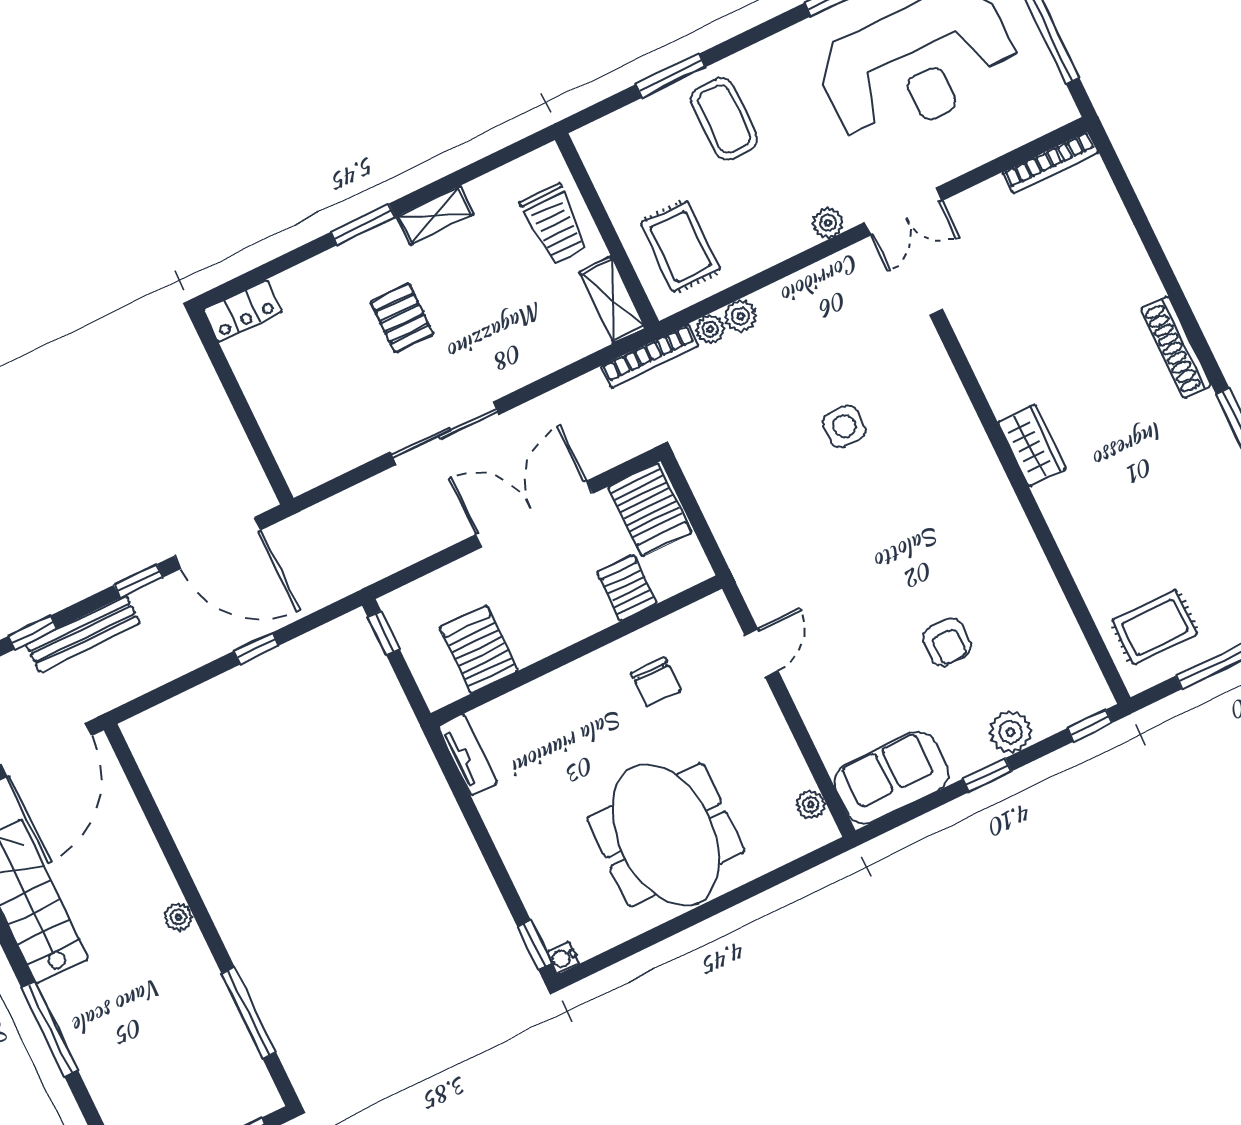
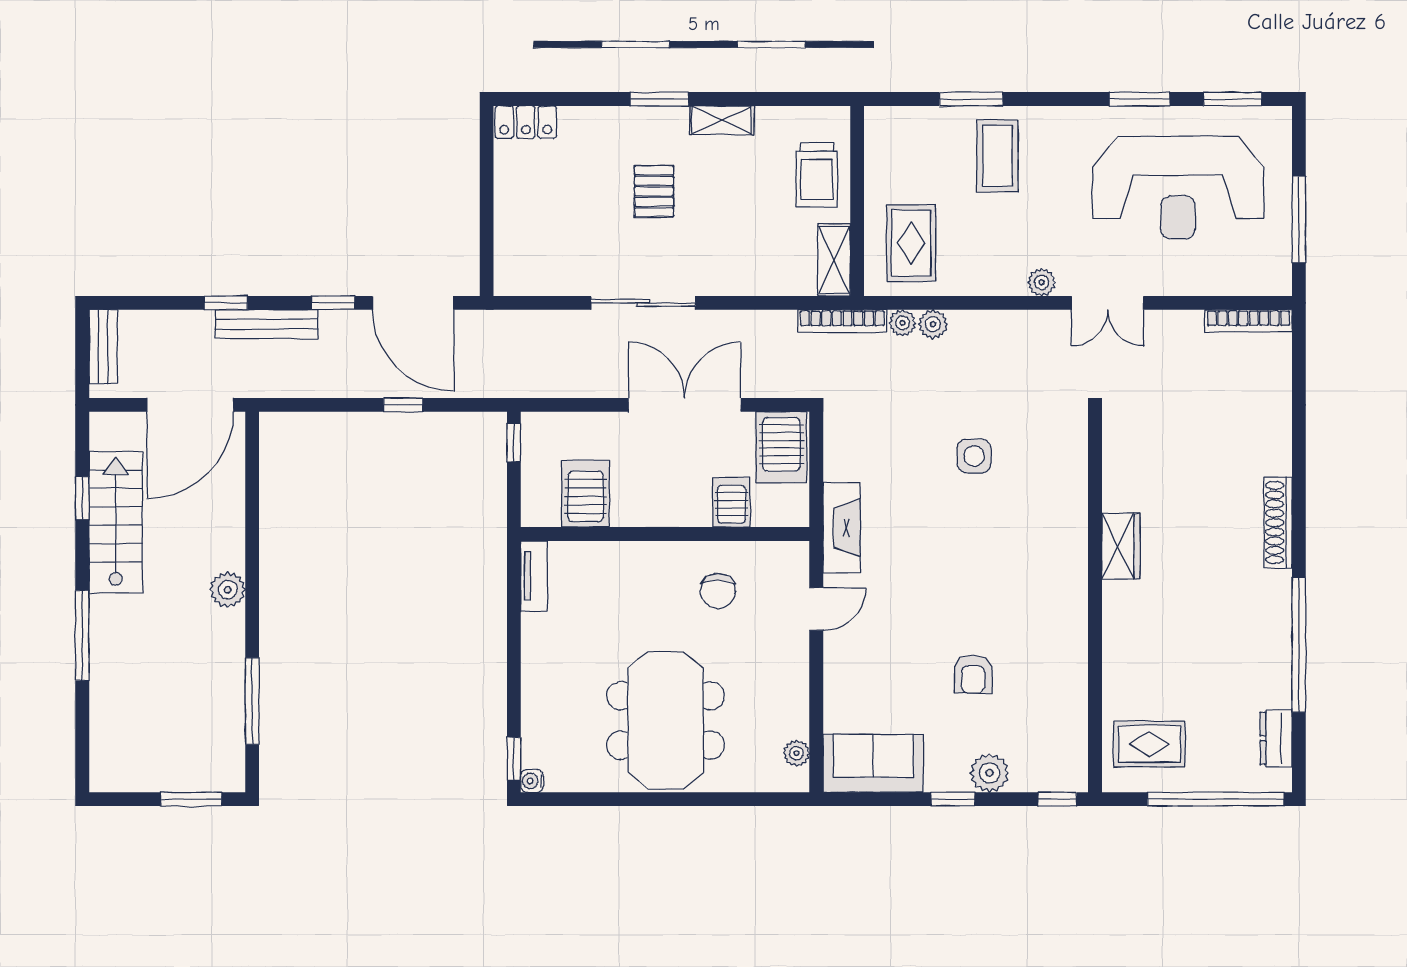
fireplace: (748, 560) -> (842, 528), added
plant: (178, 917) -> (228, 590), width x1.38, depth x1.38

